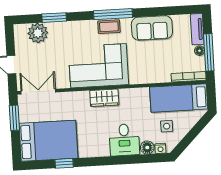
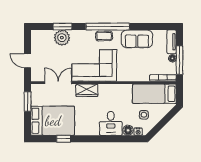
window: (113, 14) -> (108, 27), width x1.46
plant: (38, 33) -> (62, 38), moved
double door: (38, 92) -> (58, 83), moved
wardrobe: (104, 98) -> (87, 90), moved

